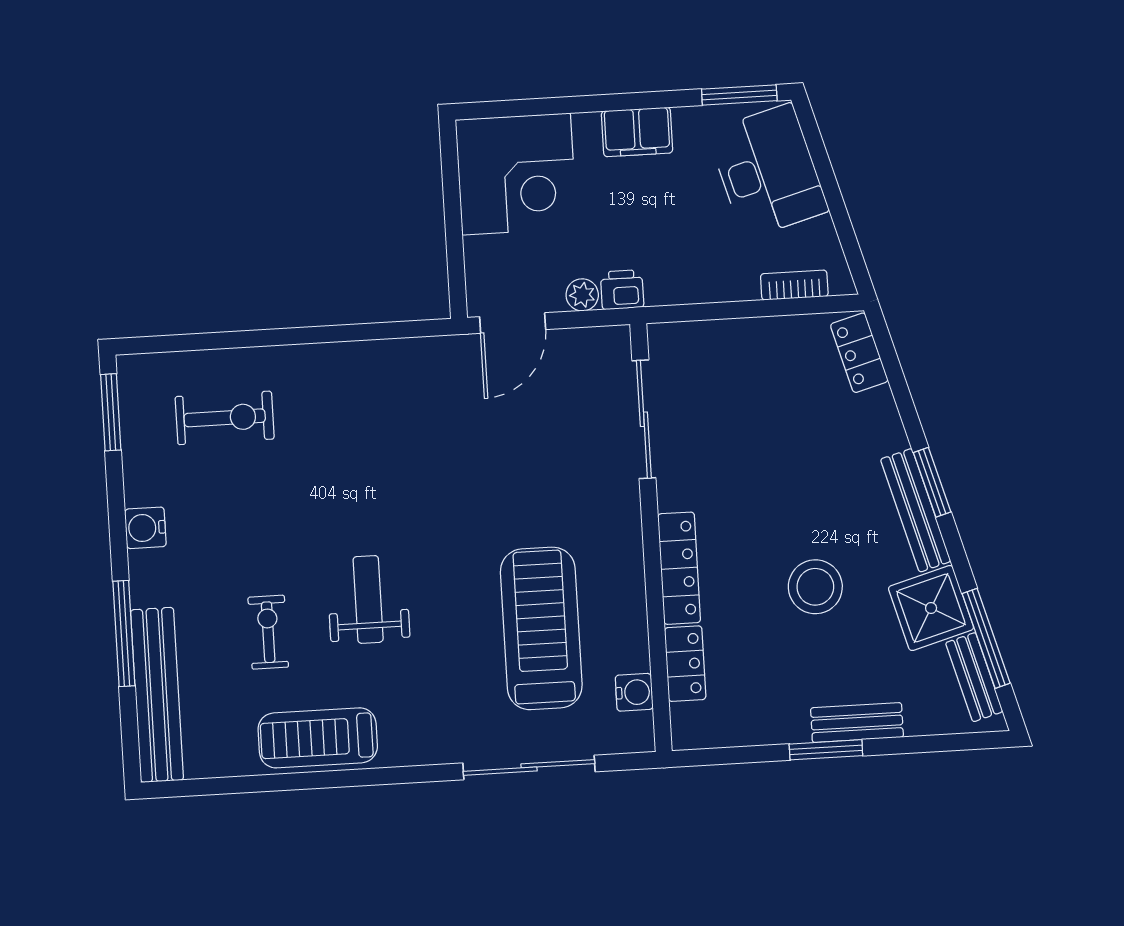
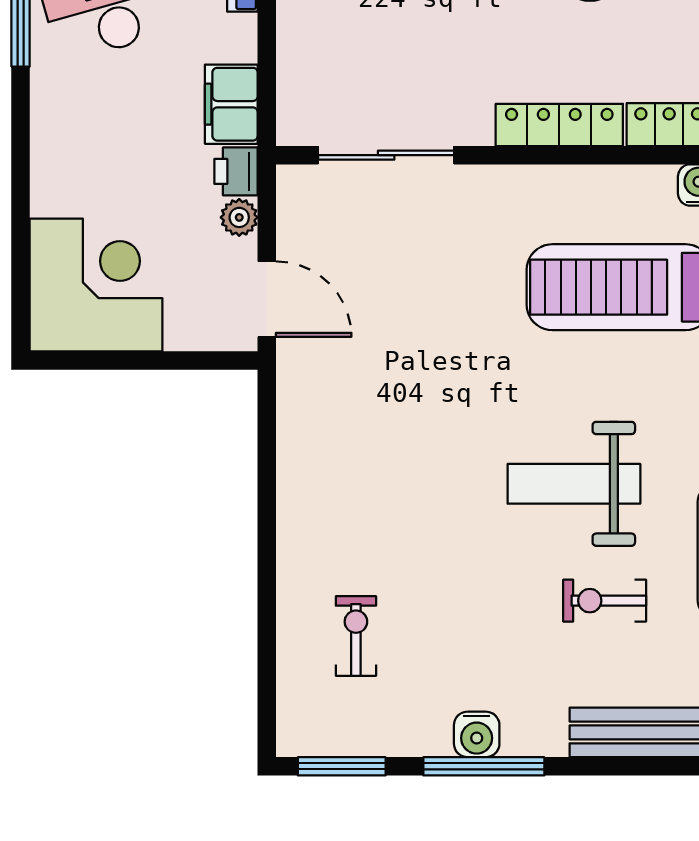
filing cabinet: (637, 132) -> (231, 104), moved, turned 180
exercise bike: (225, 418) -> (356, 636), width x0.73, depth x0.72
weight bench: (368, 599) -> (574, 484), width x1.36, depth x1.33
window: (124, 633) -> (484, 766), moved

